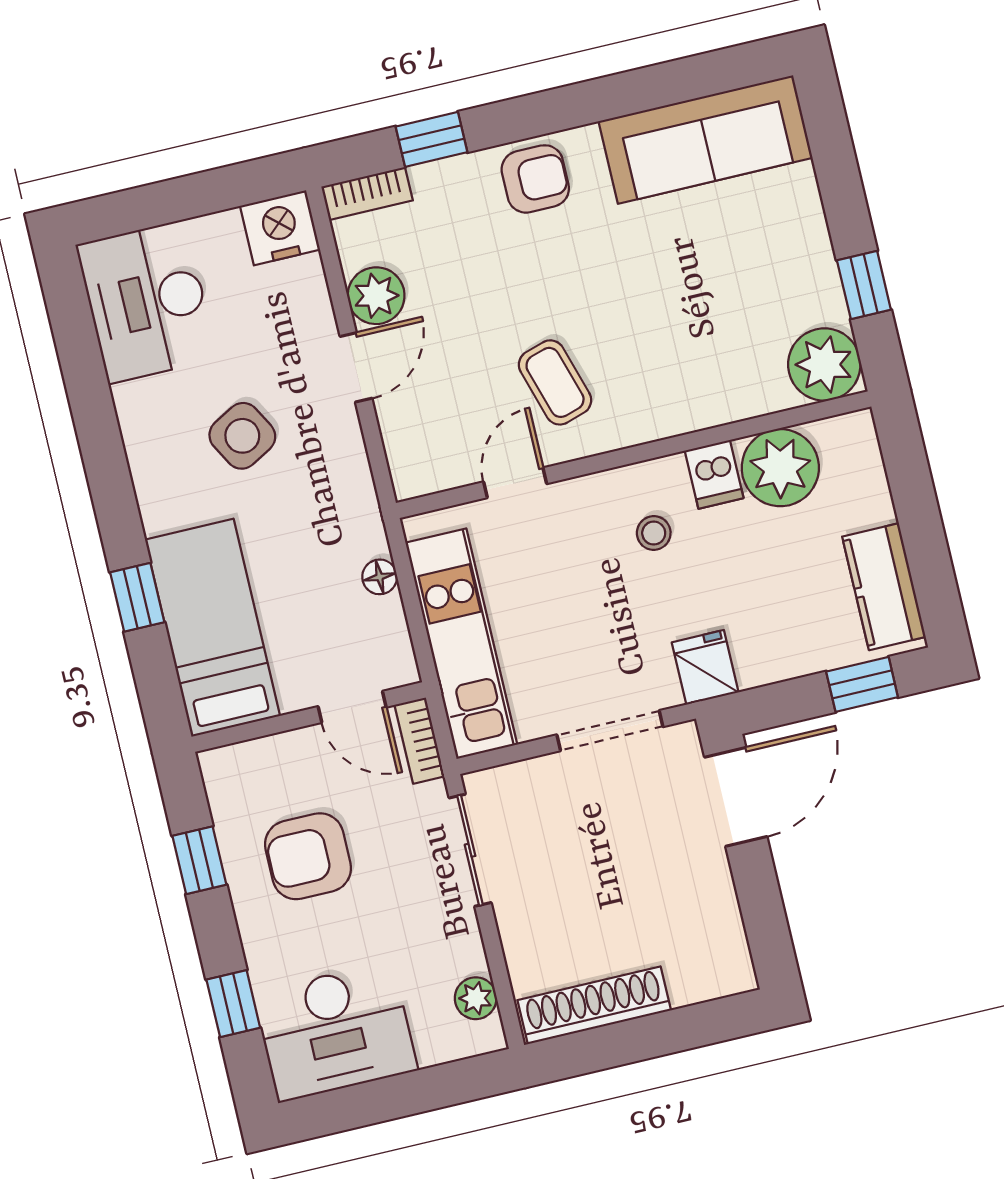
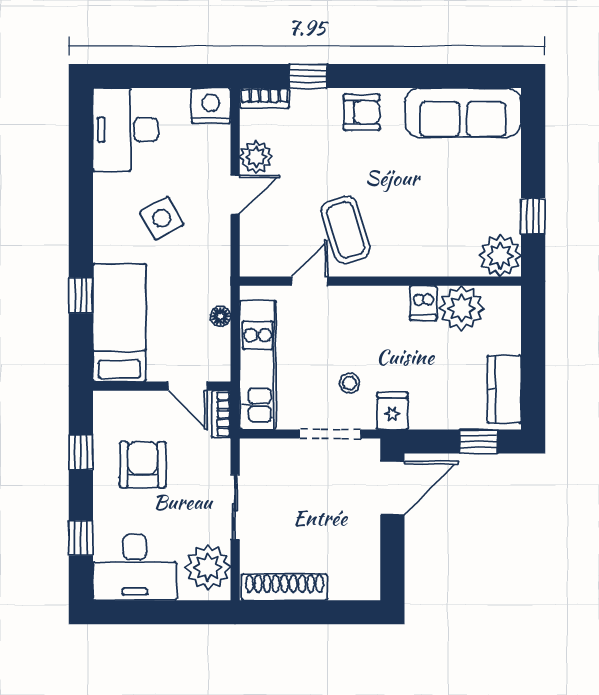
coffee table: (555, 382) -> (346, 230), width x1.36, depth x1.30
stool: (654, 533) -> (350, 383), moved
sliding door: (470, 850) -> (235, 507), moved
armchair: (308, 856) -> (143, 465), turned 90
plant: (476, 998) -> (208, 567), width x1.87, depth x1.87

